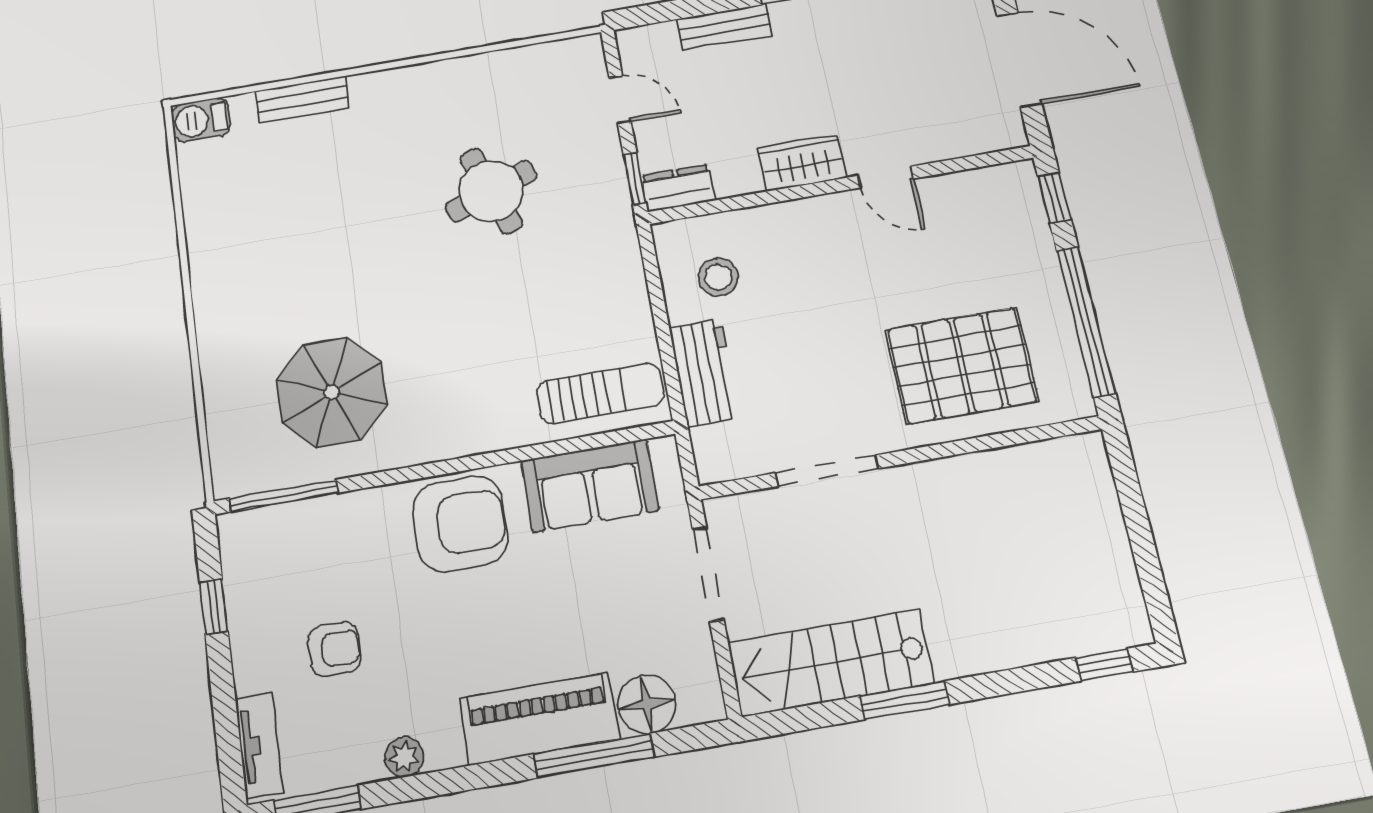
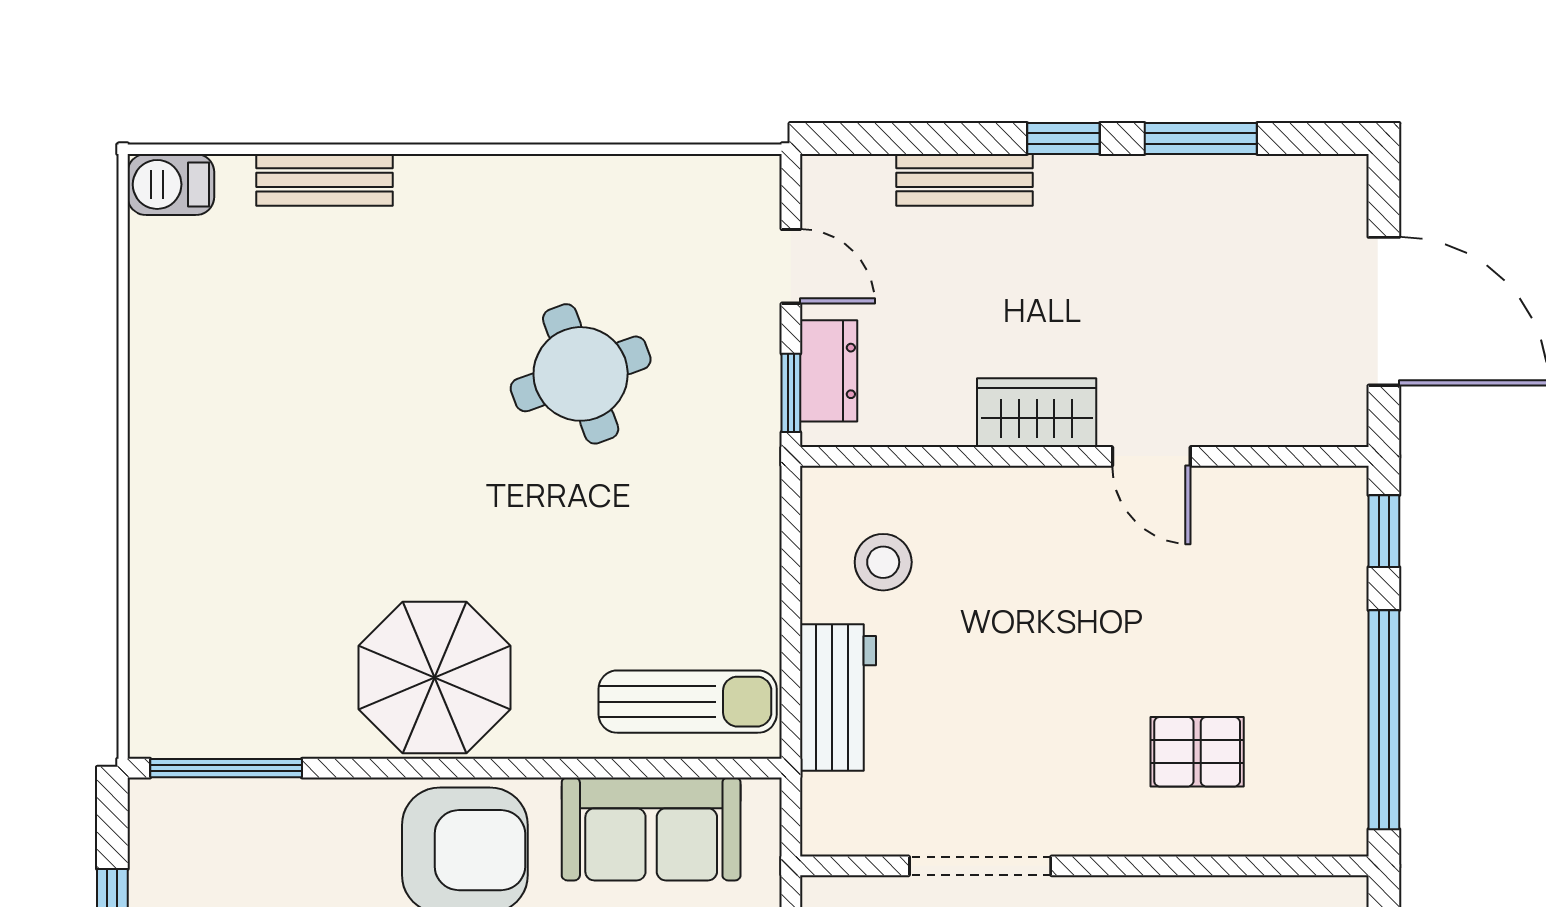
dresser: (678, 188) -> (829, 371), moved, turned 90
pallet: (962, 365) -> (1197, 752), width x0.49, depth x0.50
parasol: (332, 392) -> (434, 678), moved

